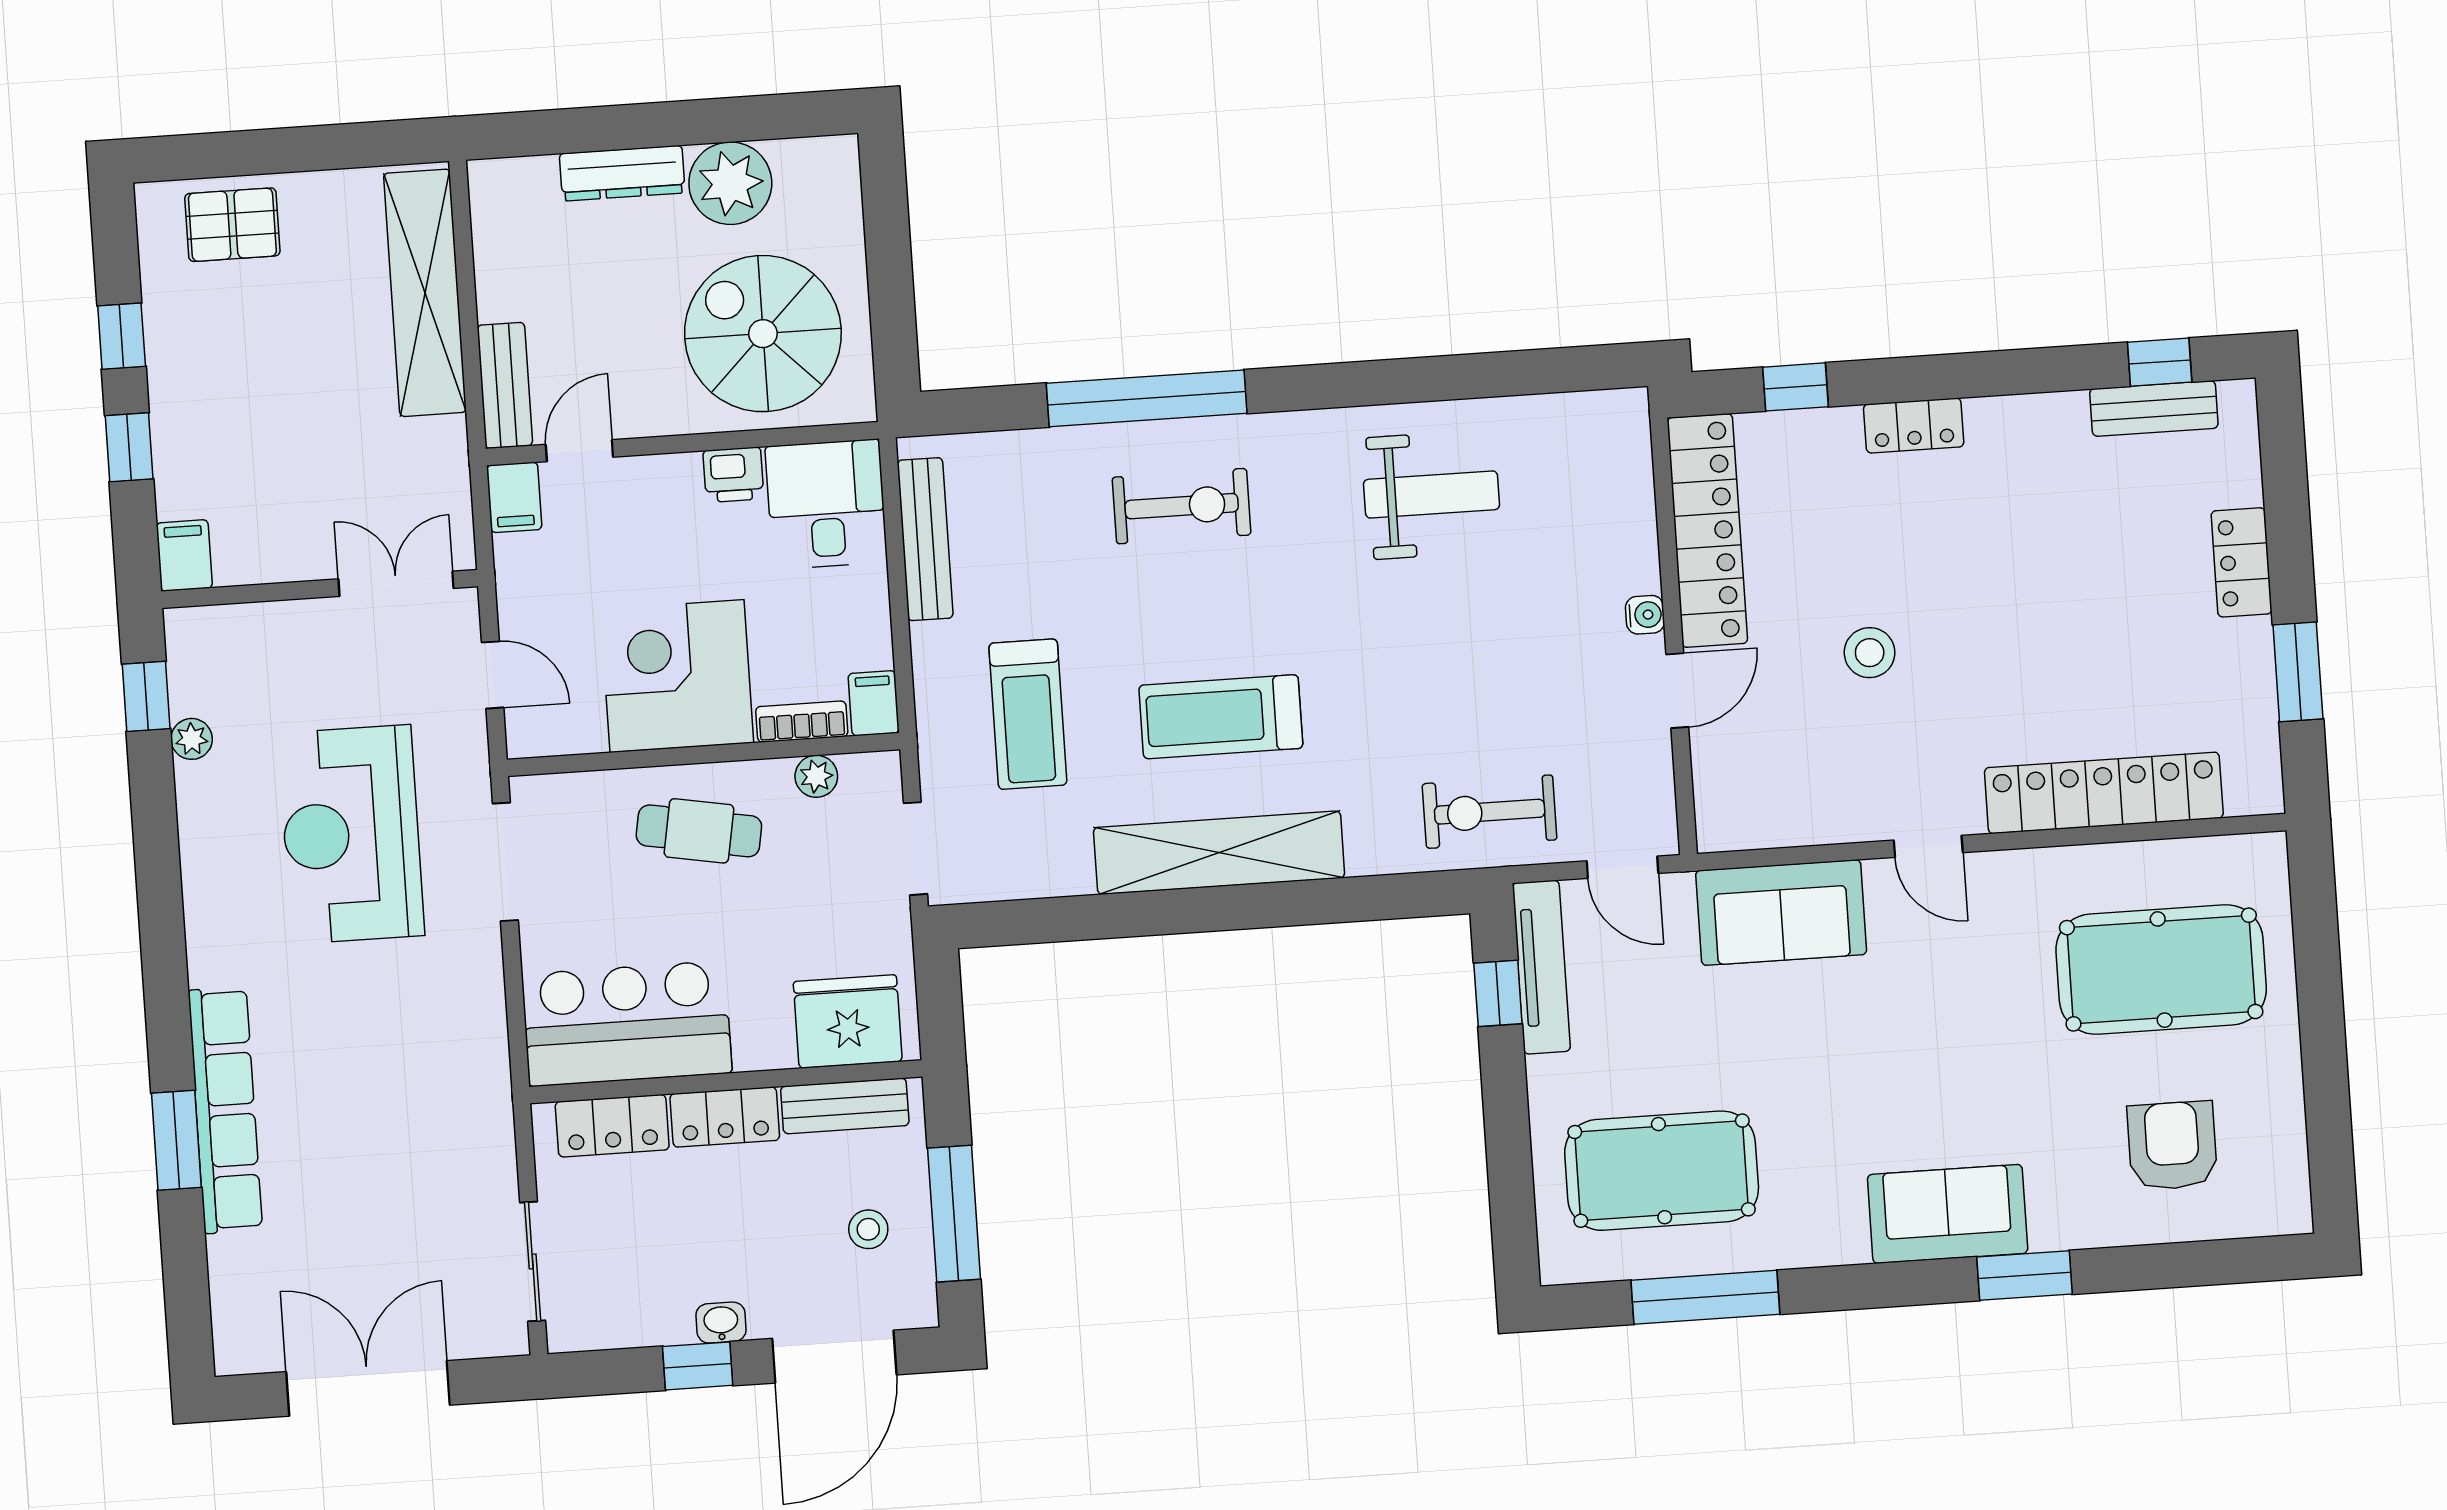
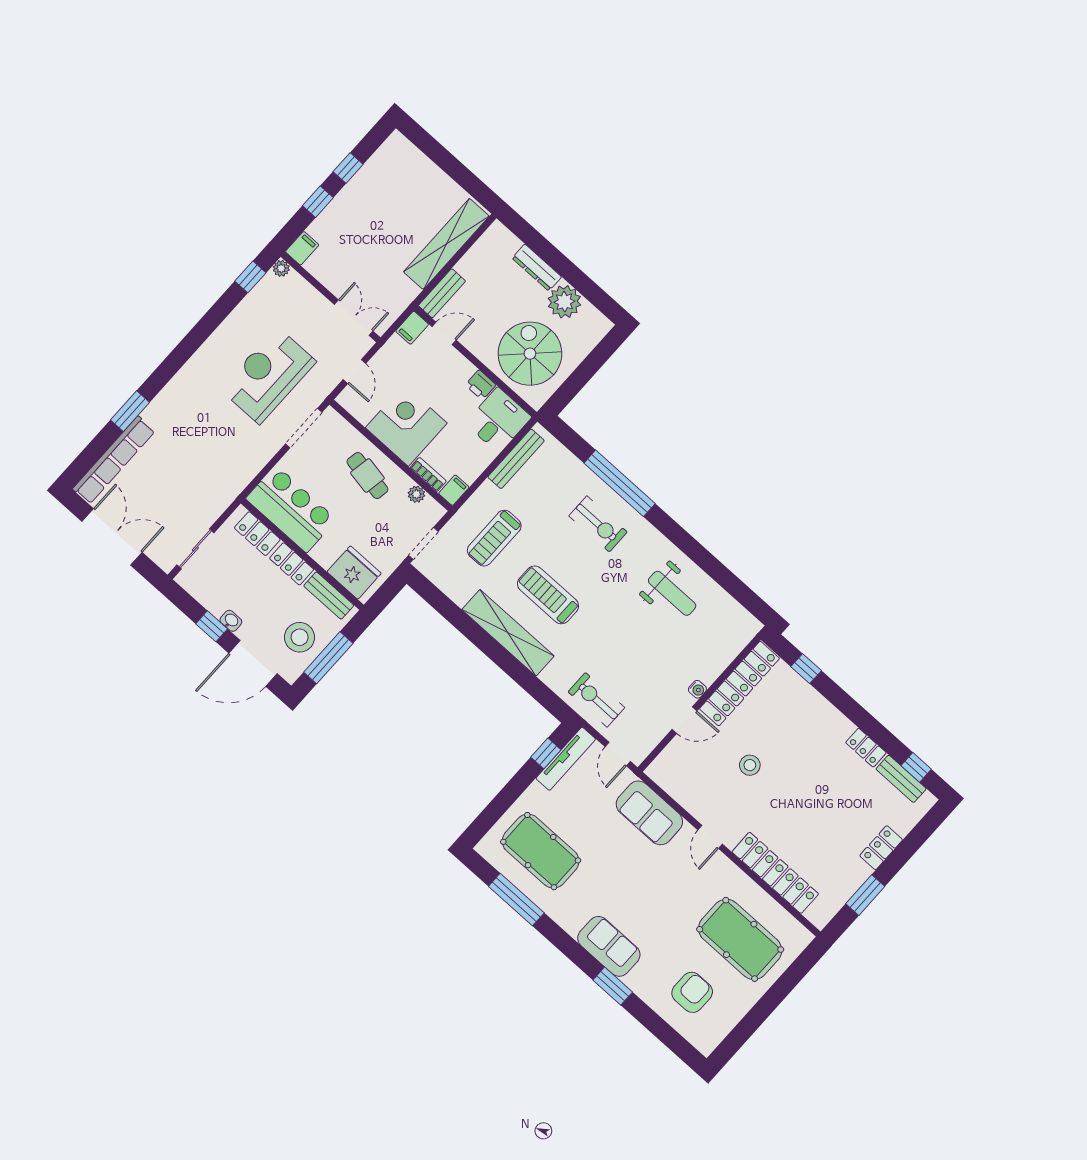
pallet: (232, 225) -> (412, 169), removed
locker: (1914, 426) -> (866, 748), moved
plant: (192, 739) -> (281, 268), moved
row of seats: (225, 1110) -> (114, 460), moved
stool: (868, 1229) -> (300, 637), width x1.89, depth x1.89

